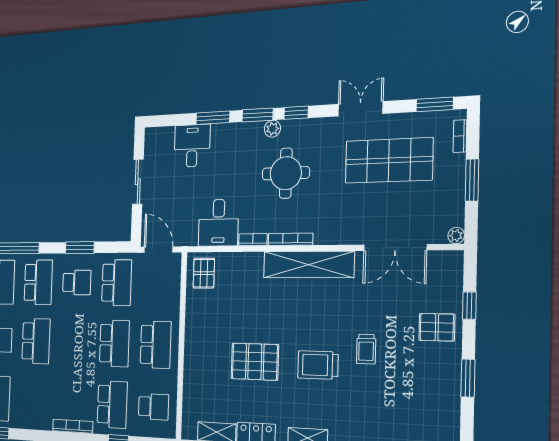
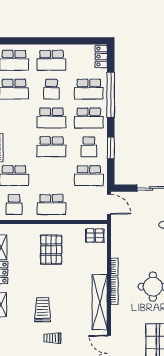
desk: (218, 223) -> (125, 244), removed
door: (158, 250) -> (109, 204), hinge flipped
school desk: (114, 343) -> (51, 147), moved
pallet: (255, 362) -> (51, 250), moved

